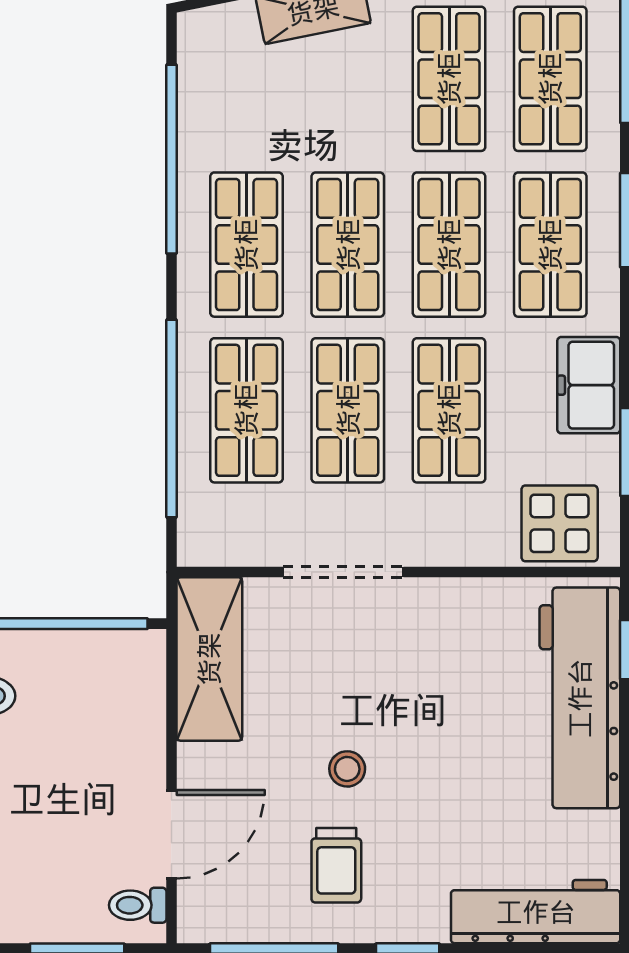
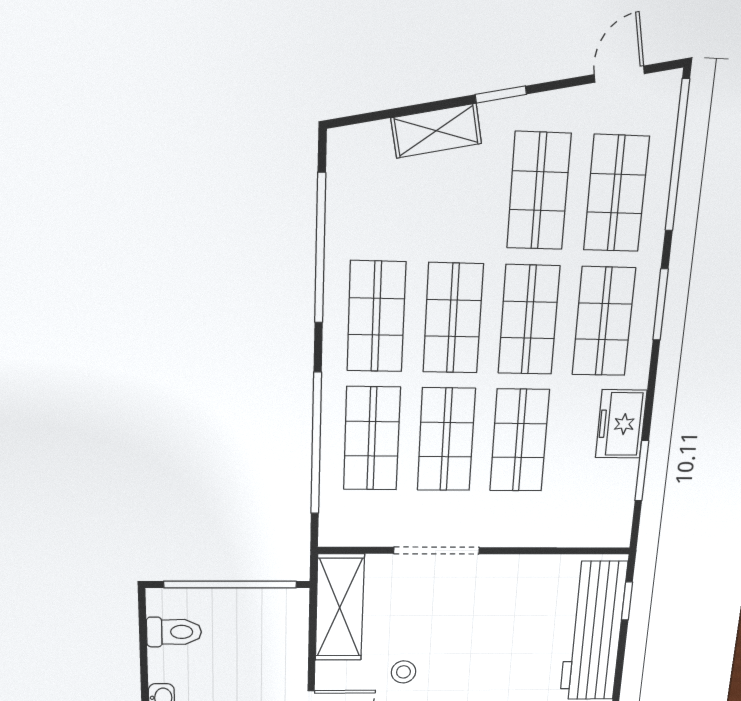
display table: (560, 523) -> (591, 519), removed
stool: (347, 769) -> (403, 672), moved

